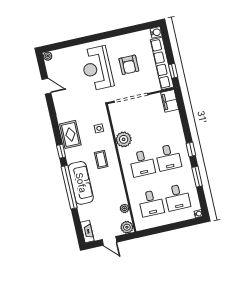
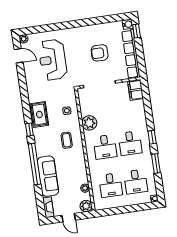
armchair: (129, 65) -> (100, 53), turned 90
reception desk: (97, 68) -> (53, 60), moved
window: (173, 71) -> (137, 31), moved
door: (46, 86) -> (19, 56), moved
sofa: (81, 183) -> (48, 176), moved

